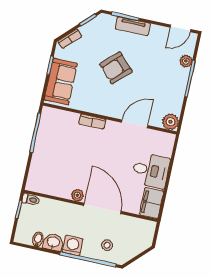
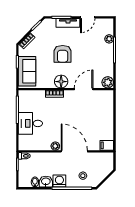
door: (180, 28) -> (88, 17), moved
armchair: (116, 68) -> (63, 54), turned -46
floor lamp: (105, 106) -> (61, 82), added
desk: (151, 171) -> (30, 123), moved, turned 180
filing cabinet: (151, 203) -> (107, 145), width x0.50

